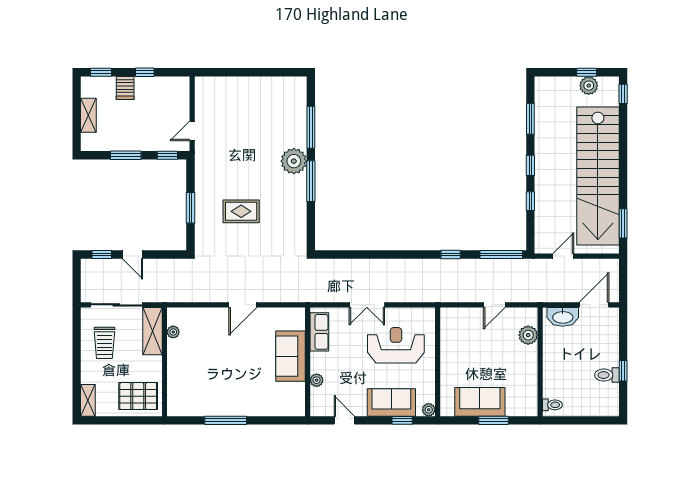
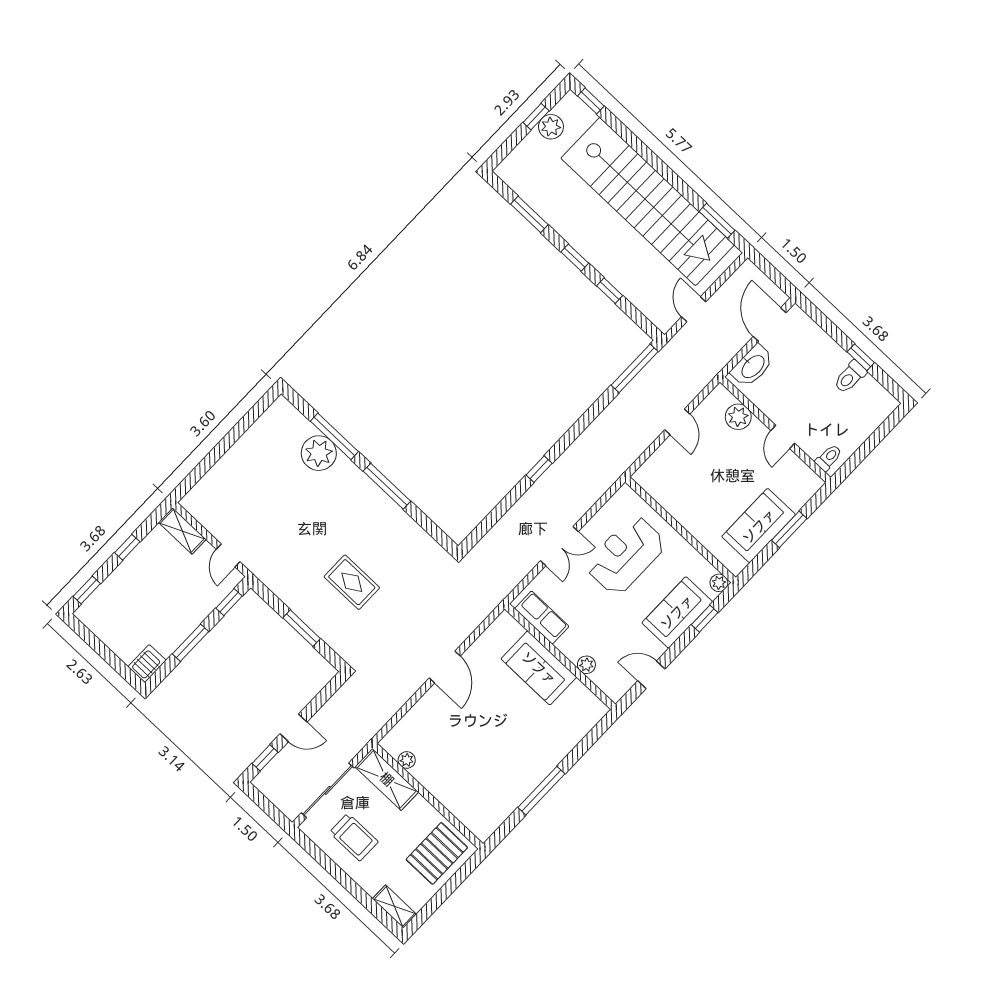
server rack: (125, 88) -> (147, 664), moved, turned -90
shelving: (88, 115) -> (182, 531), moved
plant: (294, 161) -> (319, 453), moved
rug: (241, 211) -> (352, 582), turned 90
window: (451, 254) -> (539, 469), moved
door: (540, 369) -> (783, 437), added

